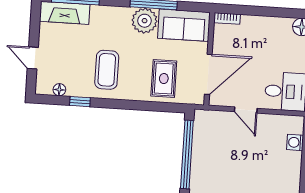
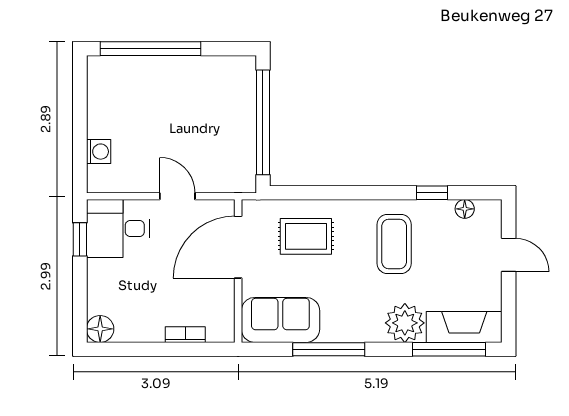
bookcase: (227, 18) -> (185, 335), moved
plant: (145, 21) -> (405, 323), moved
rug: (164, 79) -> (306, 236), turned 90

